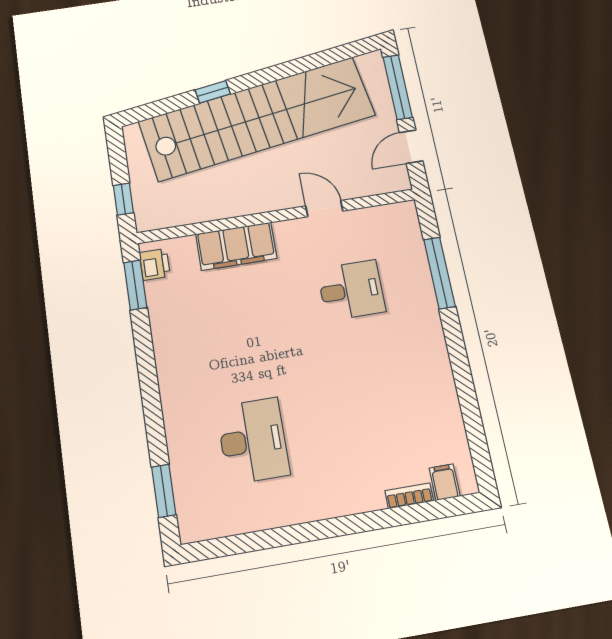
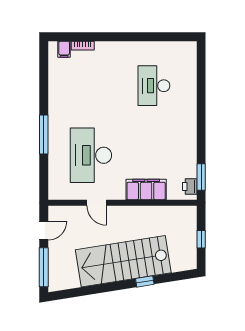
stairs: (257, 118) -> (123, 261), width x0.73
window: (123, 199) -> (201, 239), moved
window: (439, 273) -> (44, 135), moved
desk: (351, 290) -> (91, 155), width x1.87, depth x1.30
window: (164, 491) -> (201, 69), removed

